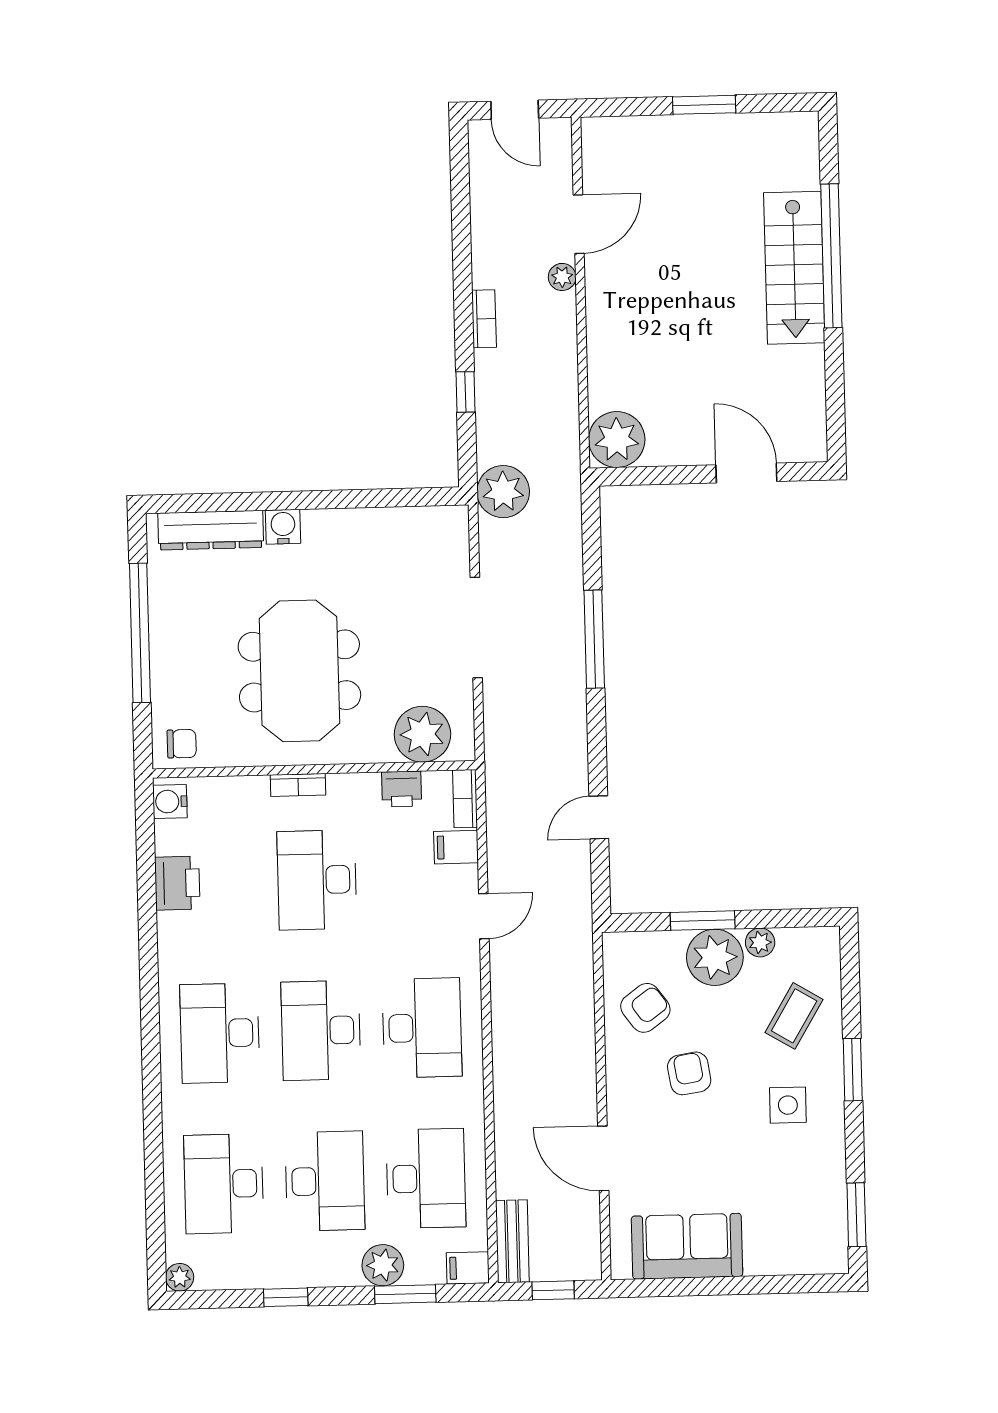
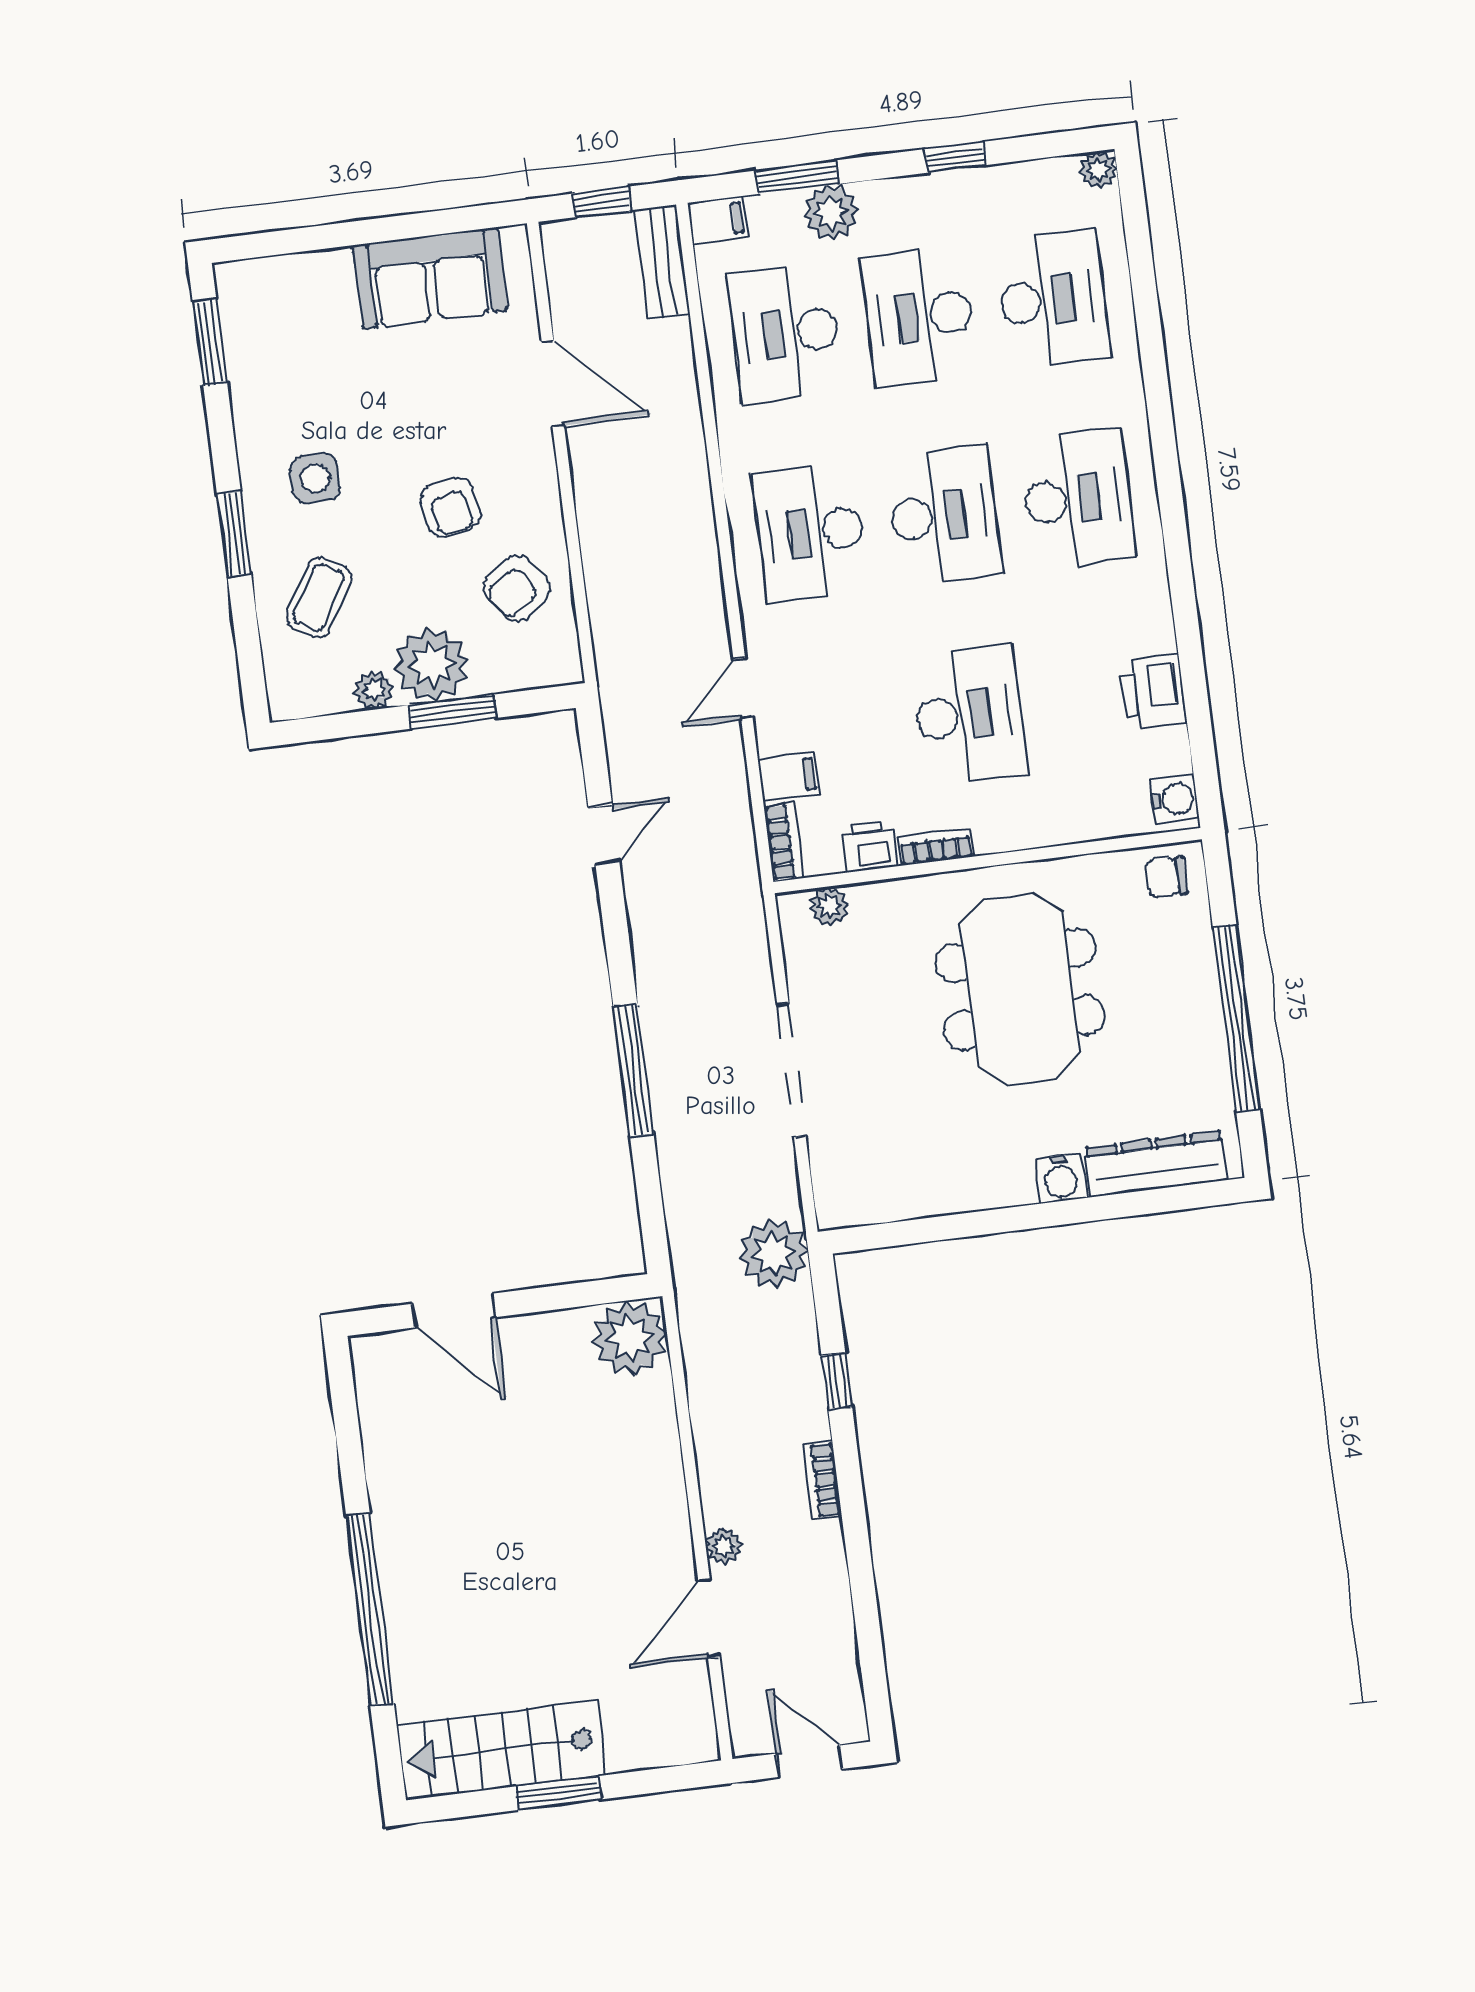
stairs: (794, 268) -> (501, 1750), moved, turned -90
plant: (422, 734) -> (829, 906), width x0.53, depth x0.53
bookcase: (298, 785) -> (936, 847), moved

